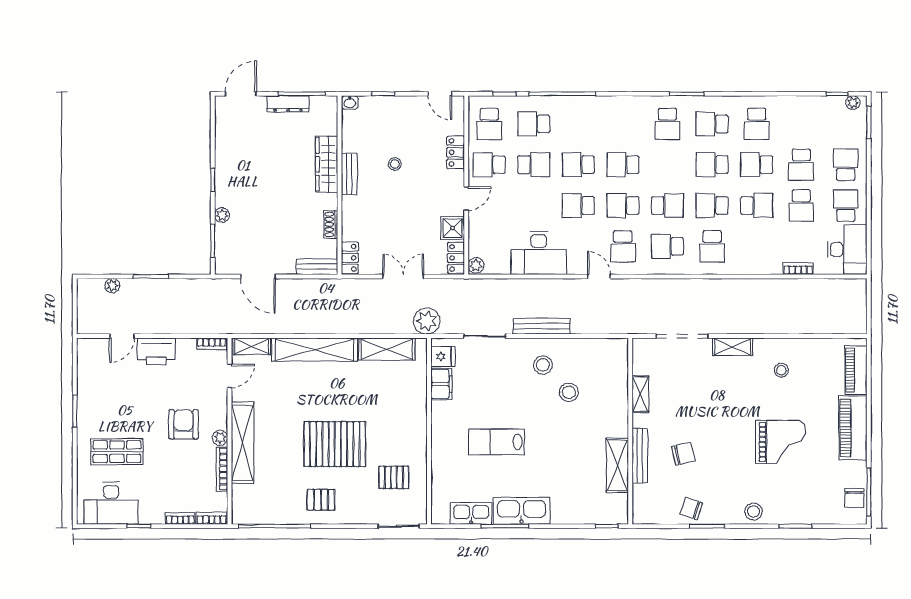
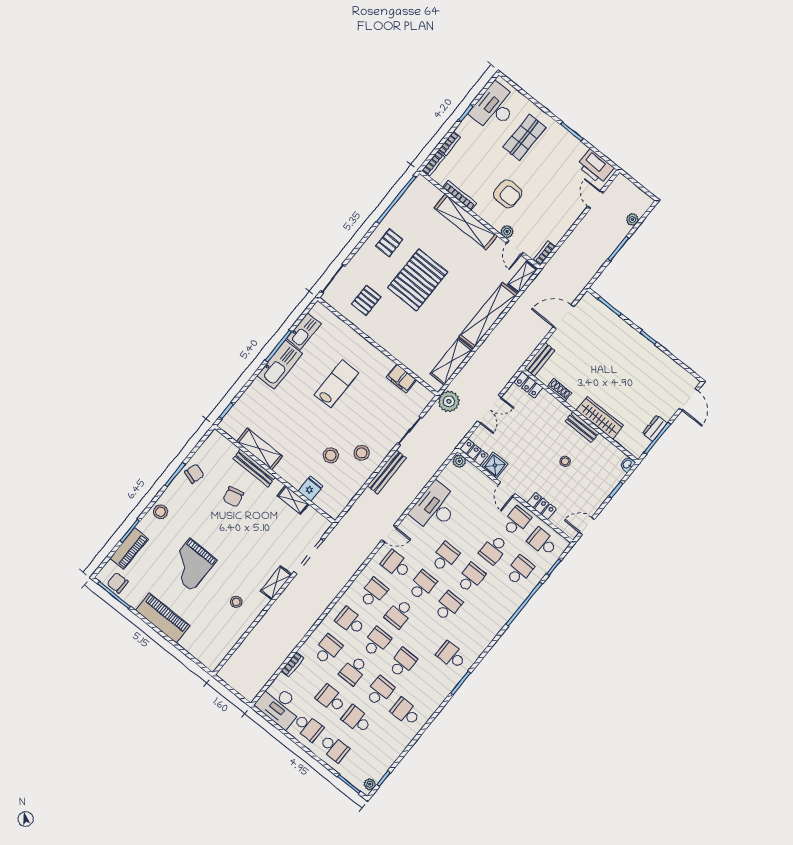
dresser: (288, 104) -> (655, 428), width x0.70
school desk: (712, 124) -> (328, 649), moved
plant: (222, 215) -> (621, 325), removed
printer: (156, 351) -> (595, 167), moved, turned -90
fridge: (443, 357) -> (310, 489), moved, turned 180
piano: (856, 370) -> (129, 549), moved, turned 90
plant: (220, 438) -> (507, 232), moved

